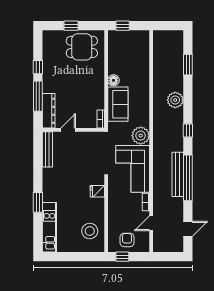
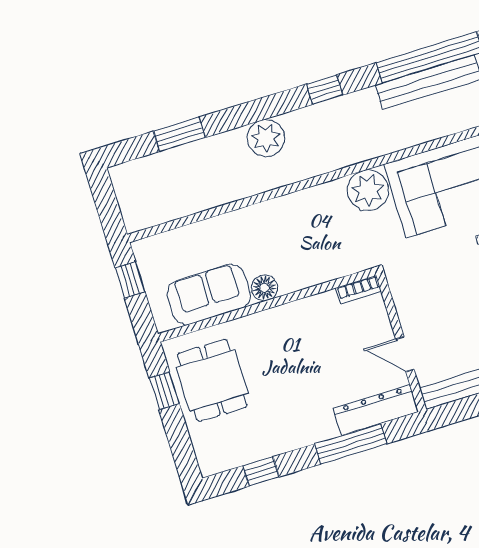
window: (71, 26) -> (164, 391), moved
window: (123, 26) -> (130, 280), moved
window: (38, 67) -> (261, 471), moved
sofa: (118, 104) -> (209, 294), moved

